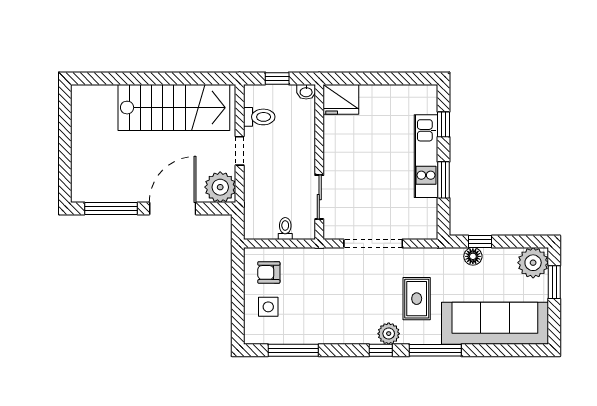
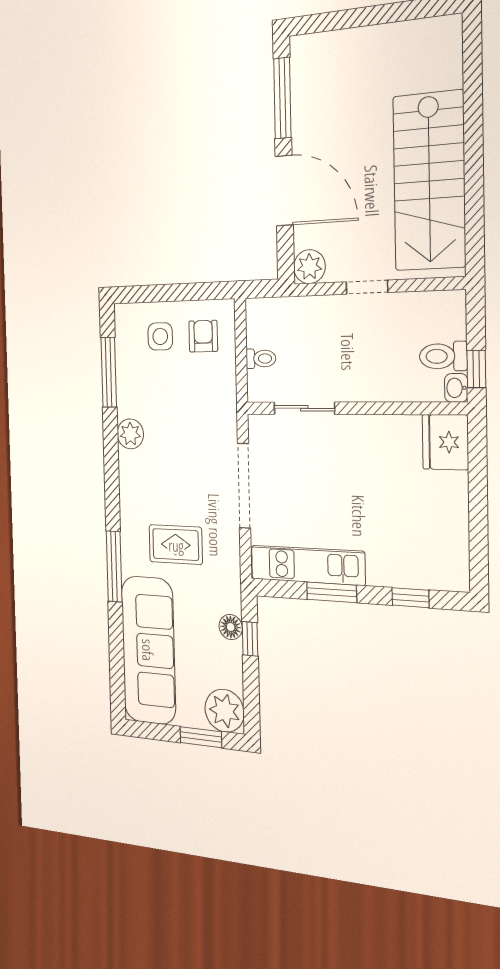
window: (277, 78) -> (476, 369), moved
toilet: (259, 117) -> (443, 356), moved, turned 90
kitchen unit: (426, 156) -> (307, 565), moved
plant: (220, 187) -> (309, 267), width x0.73, depth x0.73
plant: (389, 334) -> (130, 434), moved
window: (381, 350) -> (112, 492), removed

